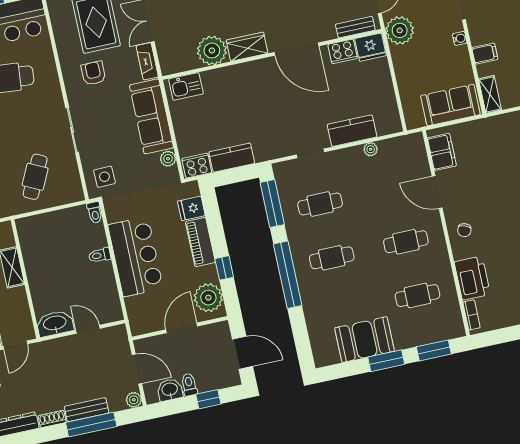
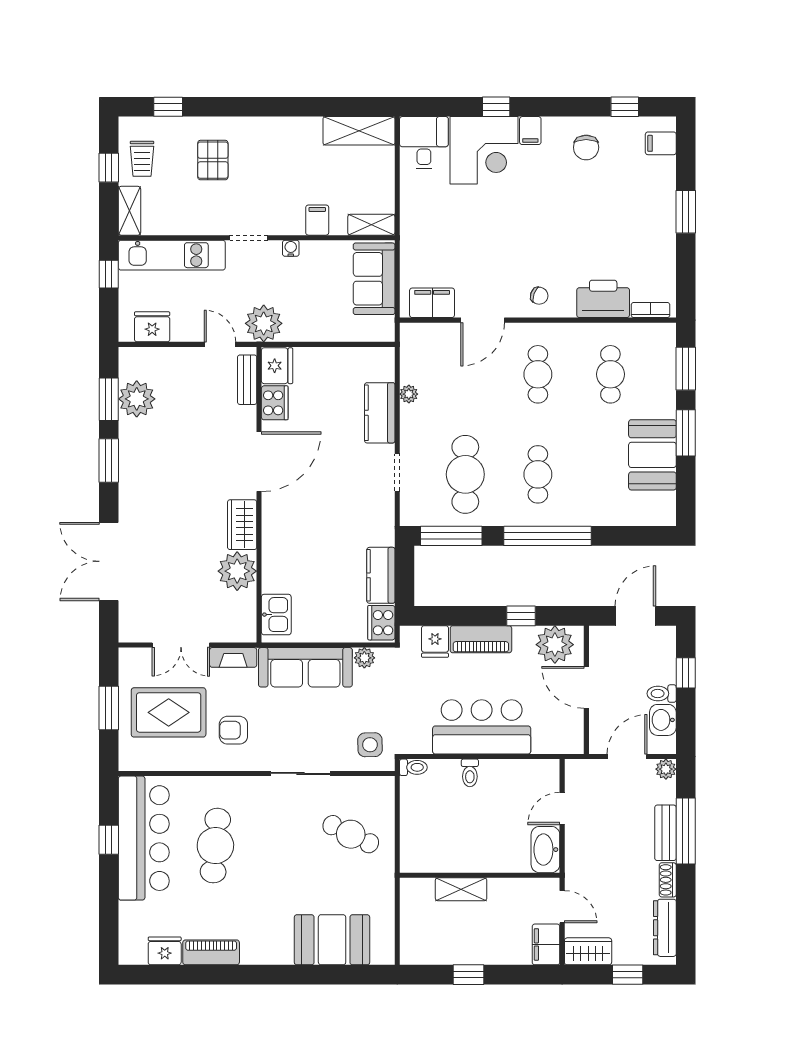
cafe table: (320, 204) -> (465, 474), width x1.37, depth x1.35

